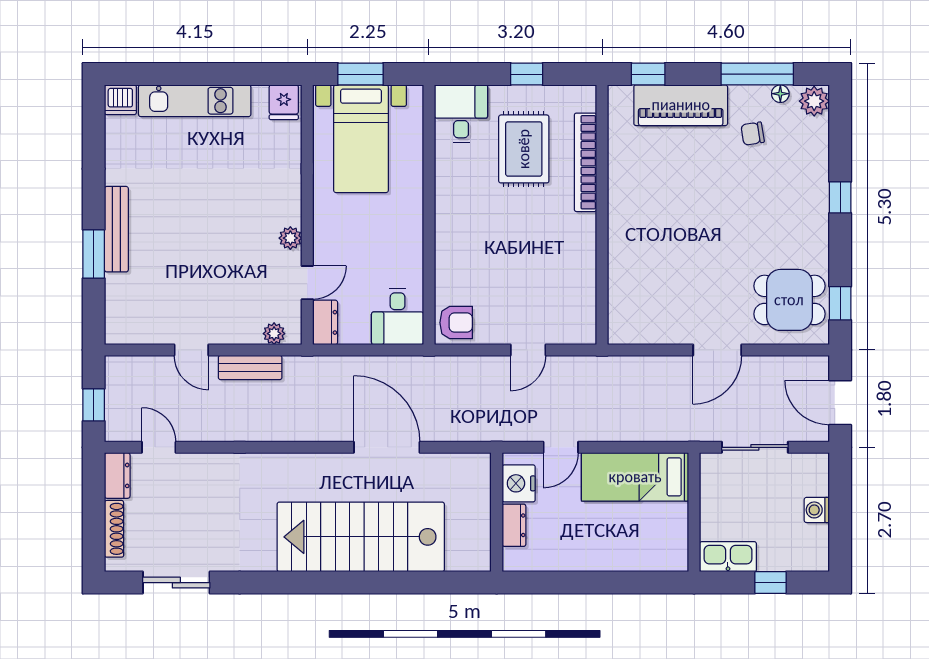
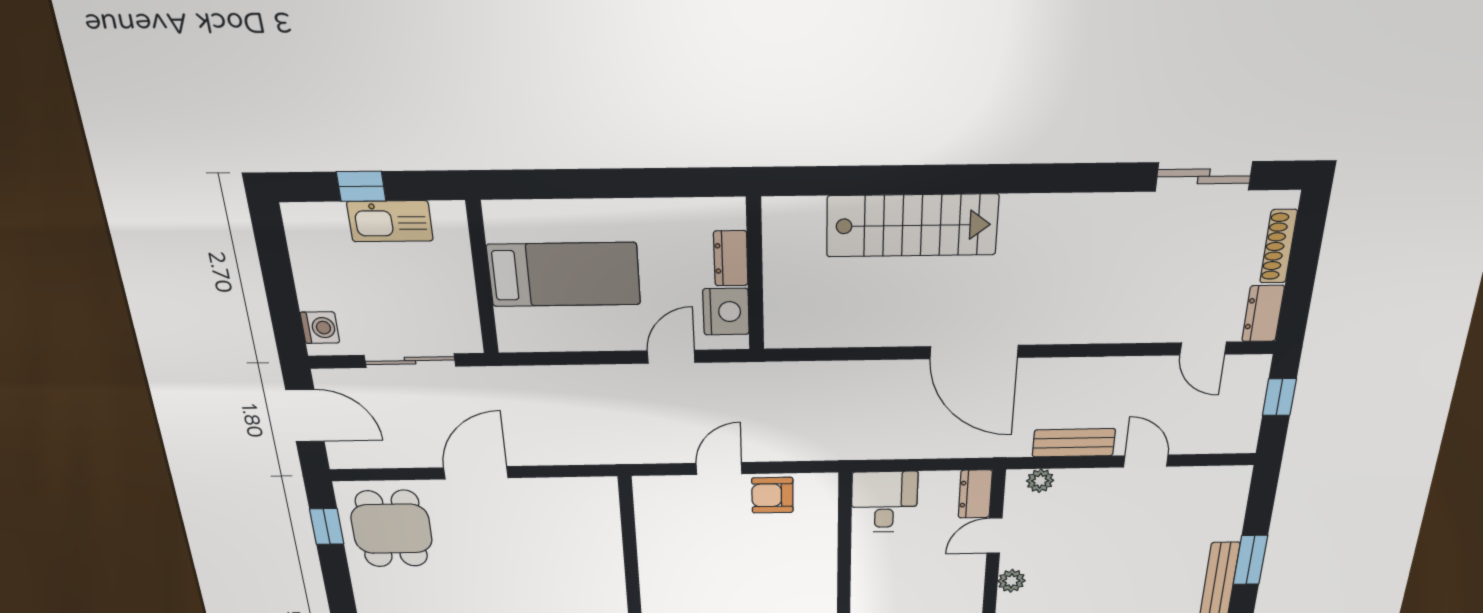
dining table: (789, 300) -> (392, 529), turned 90
armchair: (456, 323) -> (772, 495), moved
door: (387, 447) -> (974, 352), moved
bed: (635, 477) -> (564, 275), moved
washing machine: (817, 510) -> (320, 328), moved
stairs: (361, 537) -> (912, 225), width x0.73, depth x0.66
kitchen sink: (728, 557) -> (390, 221), moved

